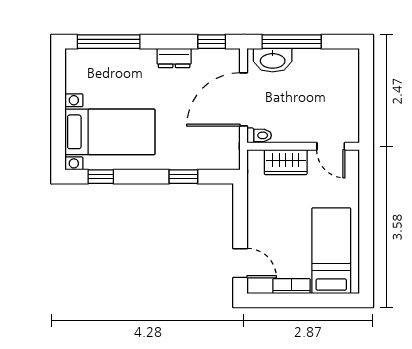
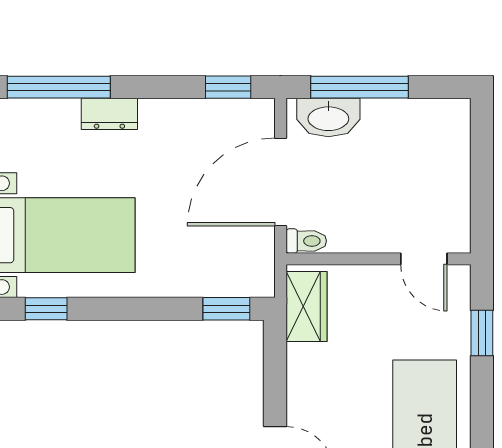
dresser: (174, 58) -> (109, 114), moved
wardrobe: (286, 162) -> (307, 307), moved, turned -90
window: (183, 177) -> (226, 309), moved
window: (366, 191) -> (482, 333), added

